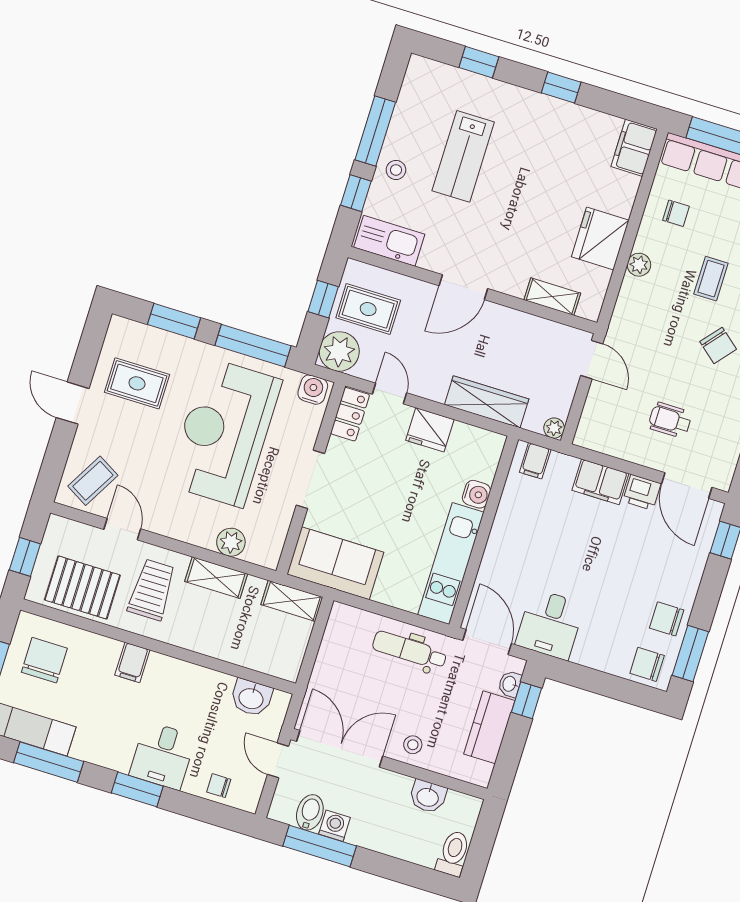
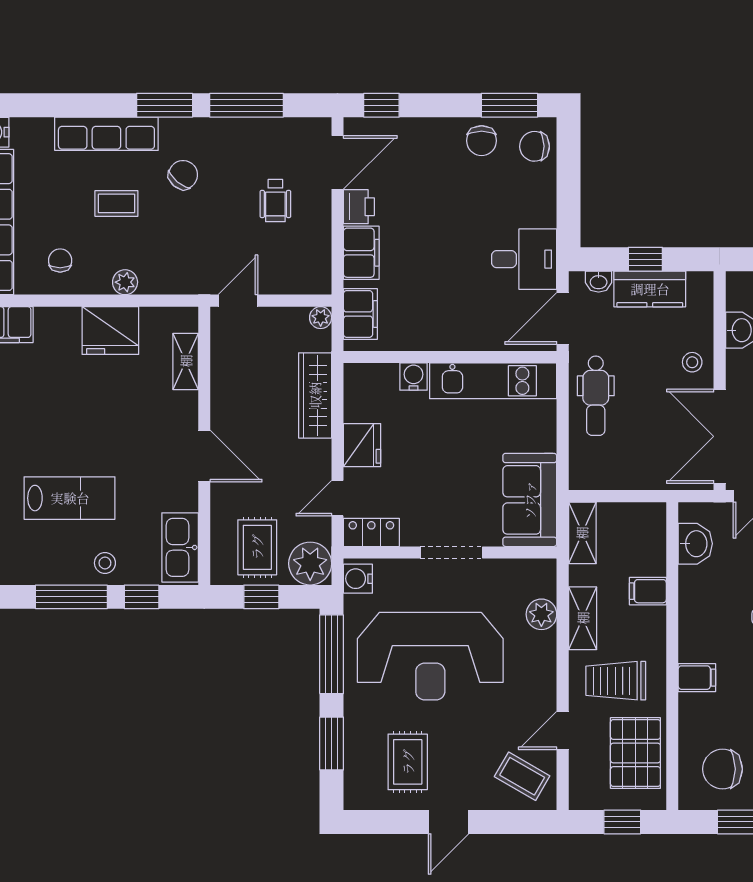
filing cabinet: (535, 461) -> (360, 314), width x2.00
filing cabinet: (222, 643) -> (648, 591), added
chair: (647, 664) -> (535, 146), turned 89
window: (526, 700) -> (645, 259), moved

